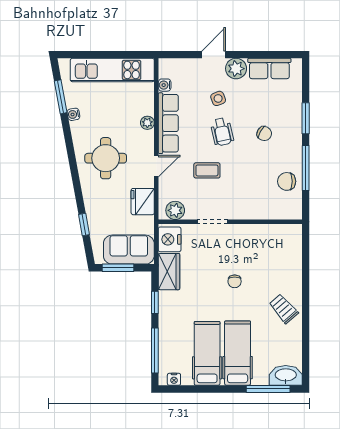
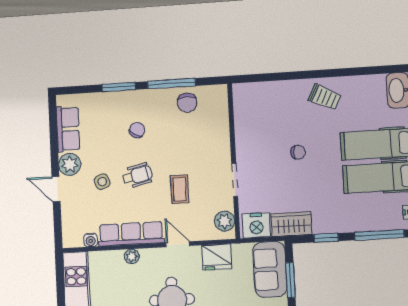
trolley: (284, 309) -> (325, 97), turned -113

